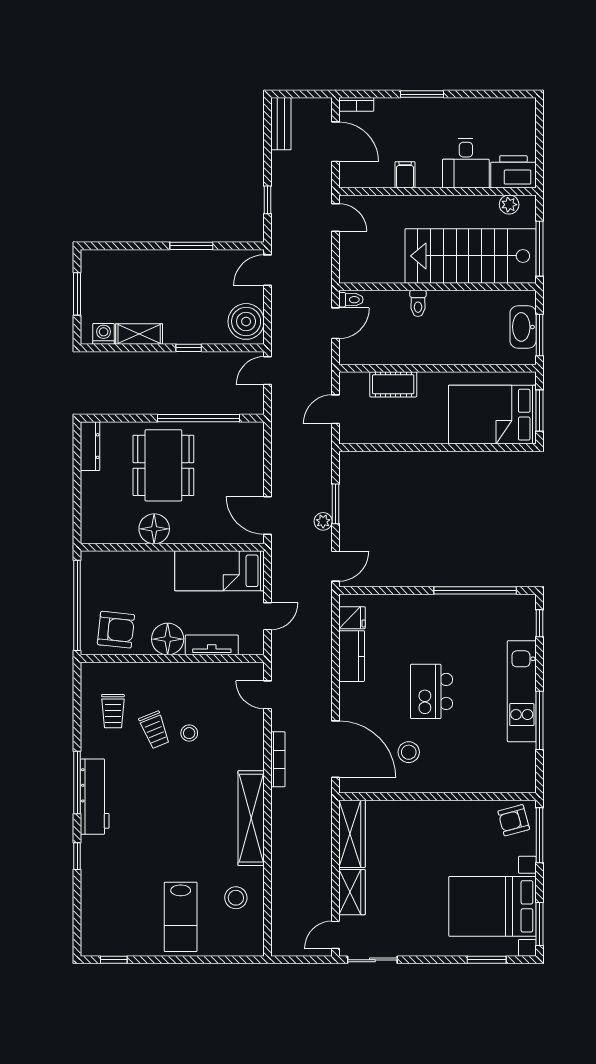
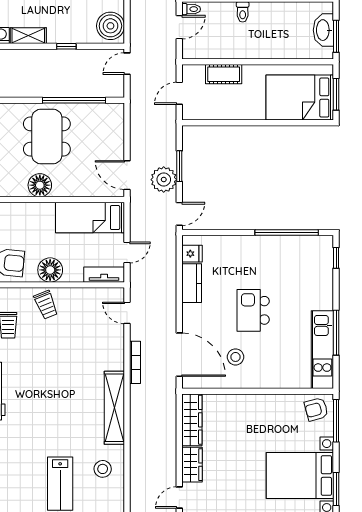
plant: (323, 521) -> (164, 180), width x1.87, depth x1.87
tv unit: (212, 645) -> (104, 275), moved
kitchen unit: (522, 691) -> (322, 350), moved
trolley: (155, 730) -> (46, 305), moved
stool: (189, 733) -> (67, 342), removed

